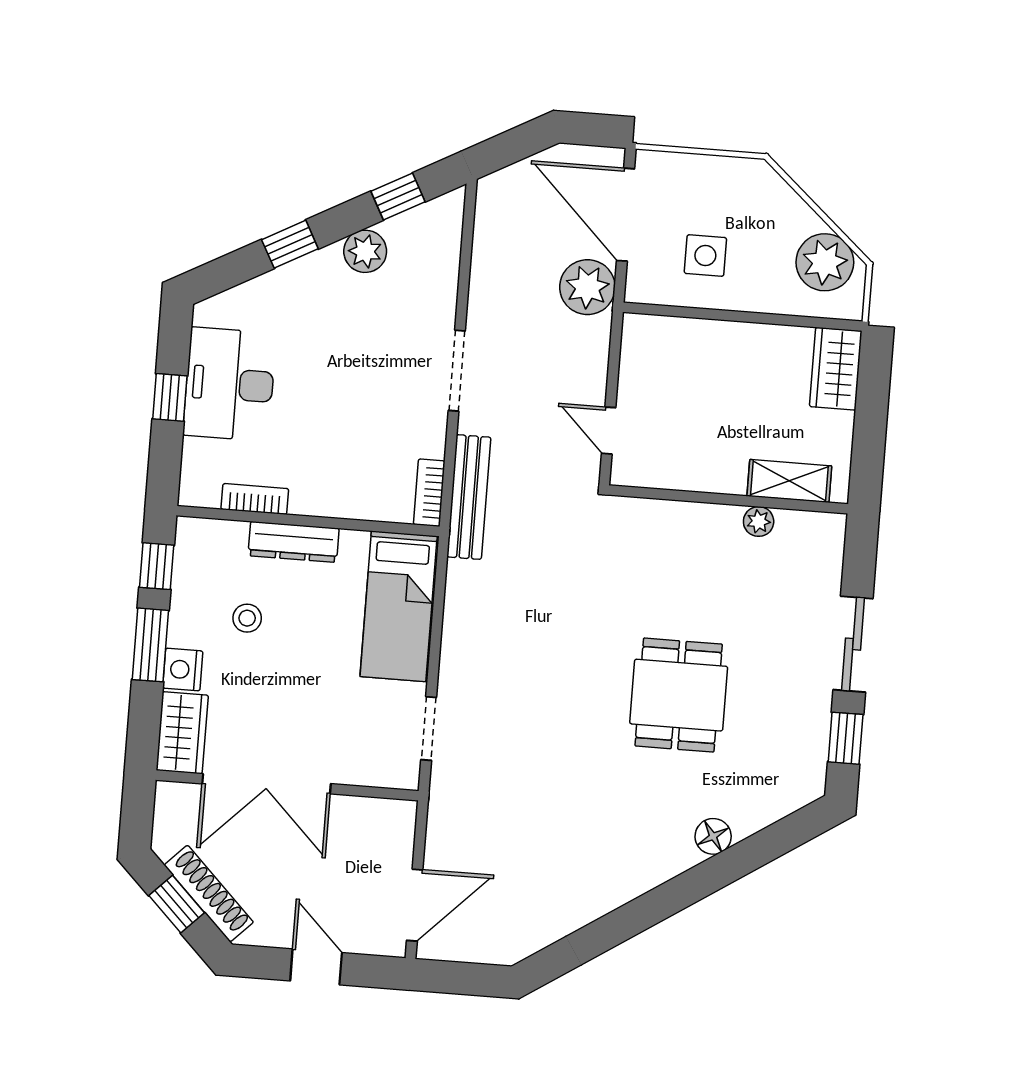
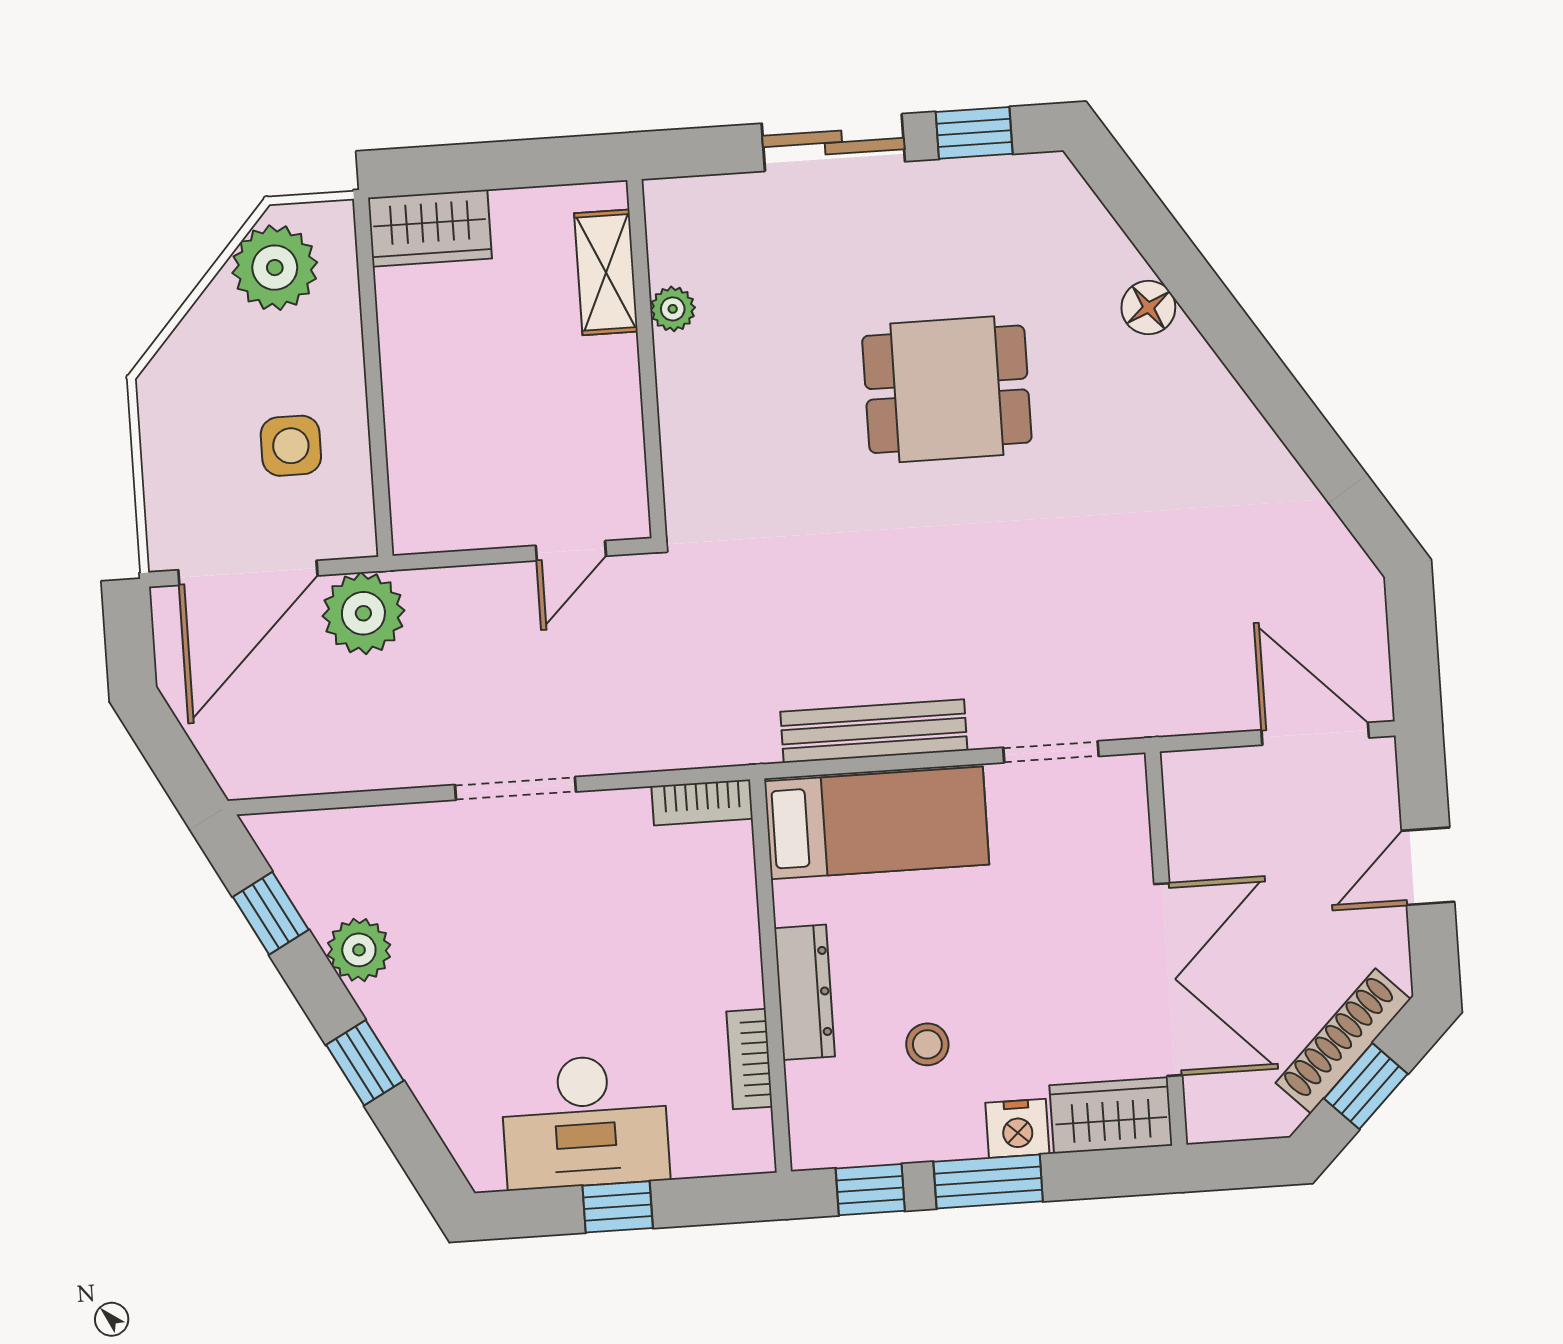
bench: (469, 497) -> (874, 731), moved

